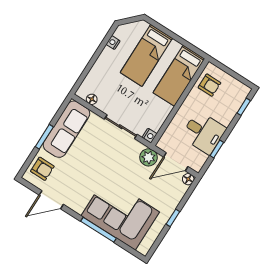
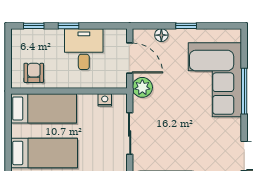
nightstand: (150, 136) -> (105, 100), moved
window: (217, 149) -> (68, 26), moved
floor lamp: (188, 179) -> (161, 35), moved

